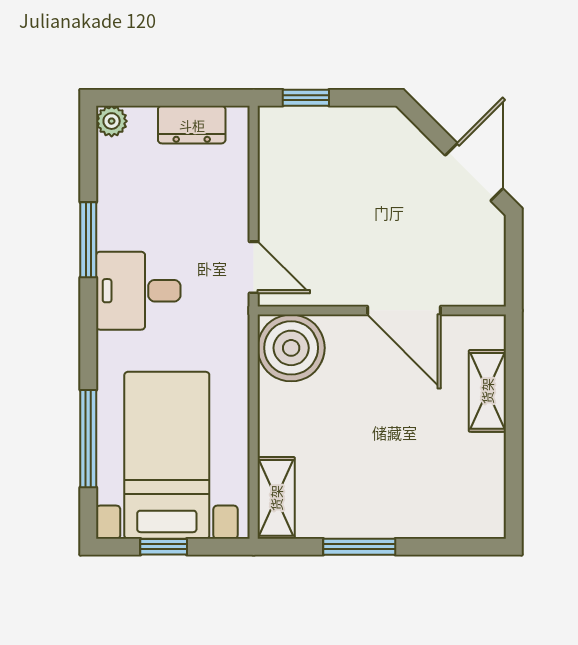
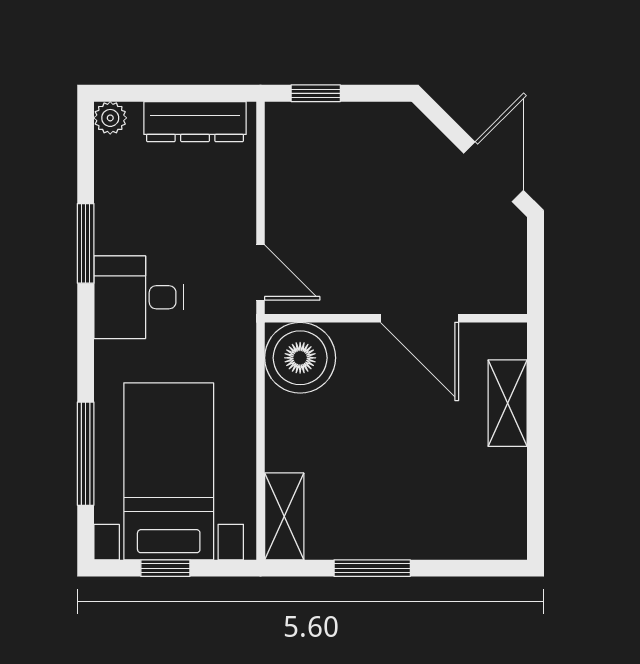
dresser: (192, 125) -> (195, 122), width x1.44

